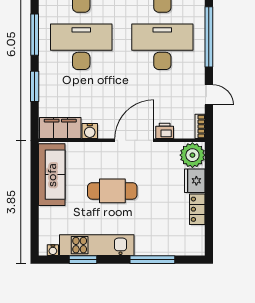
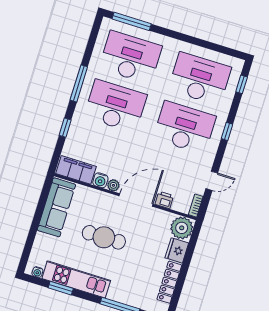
window: (209, 37) -> (227, 131), width x0.32
window: (35, 86) -> (65, 128), width x0.67
door: (209, 95) -> (212, 181), hinge flipped
plant: (105, 132) -> (113, 185), added
locker: (197, 209) -> (169, 282), width x1.53

